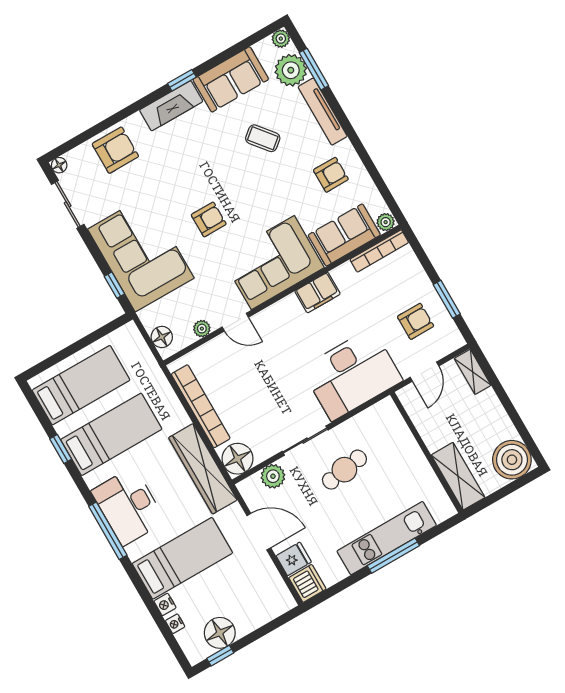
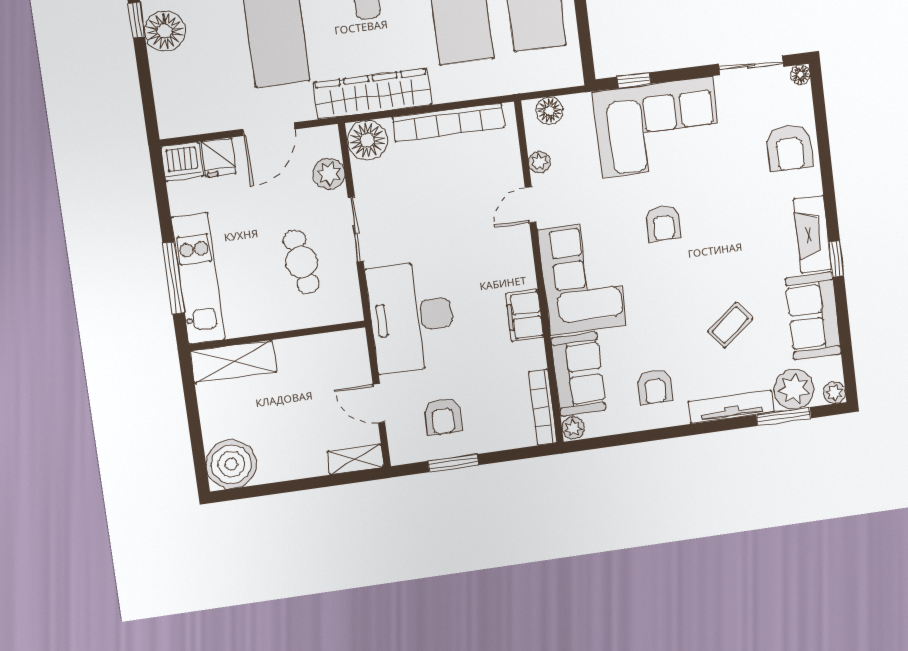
wall: (426, 452) -> (277, 336), moved
shelving: (458, 476) -> (233, 362), moved

